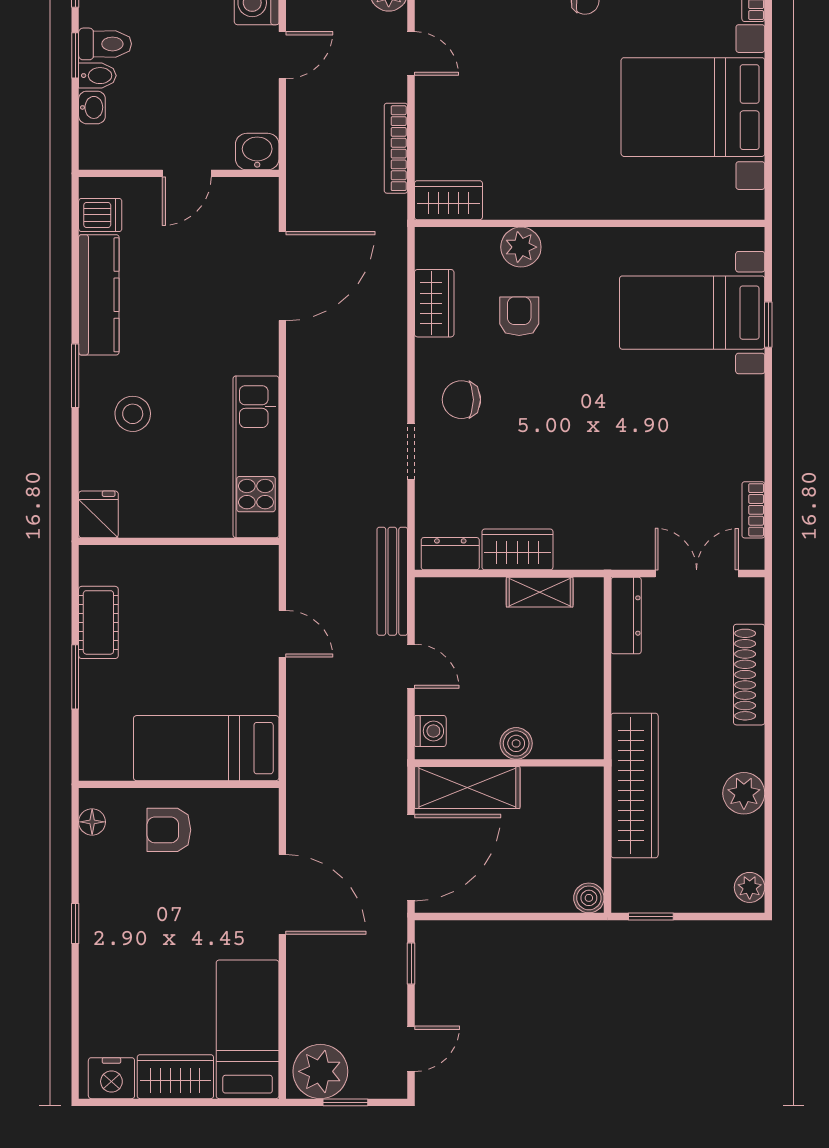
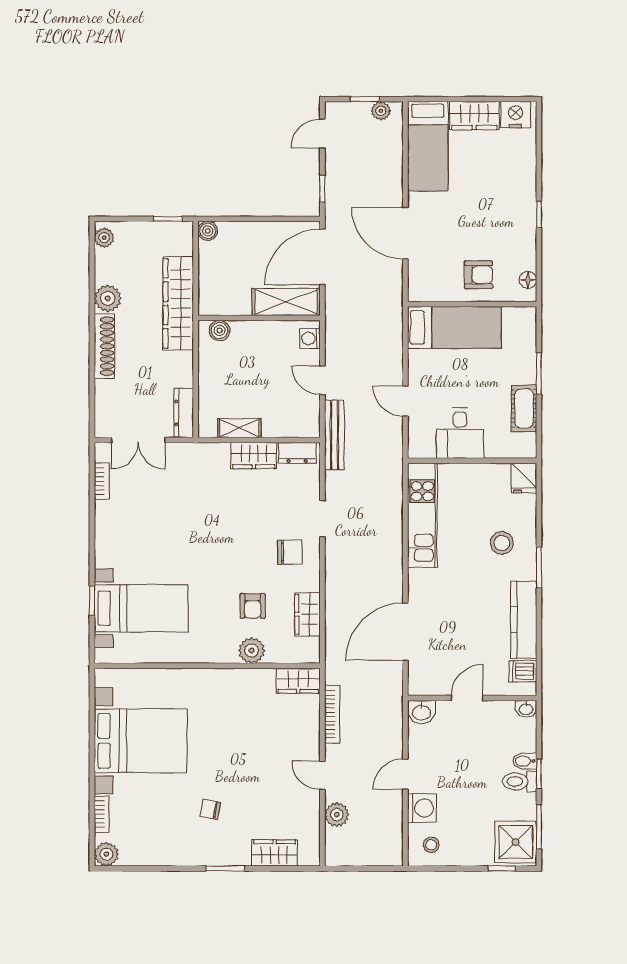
washbasin: (92, 107) -> (526, 709), moved, turned -90
desk: (198, 584) -> (460, 433), added
shoe rack: (749, 675) -> (104, 346), moved
boiler: (516, 743) -> (220, 330), moved
plant: (320, 1071) -> (381, 111), width x0.53, depth x0.53

